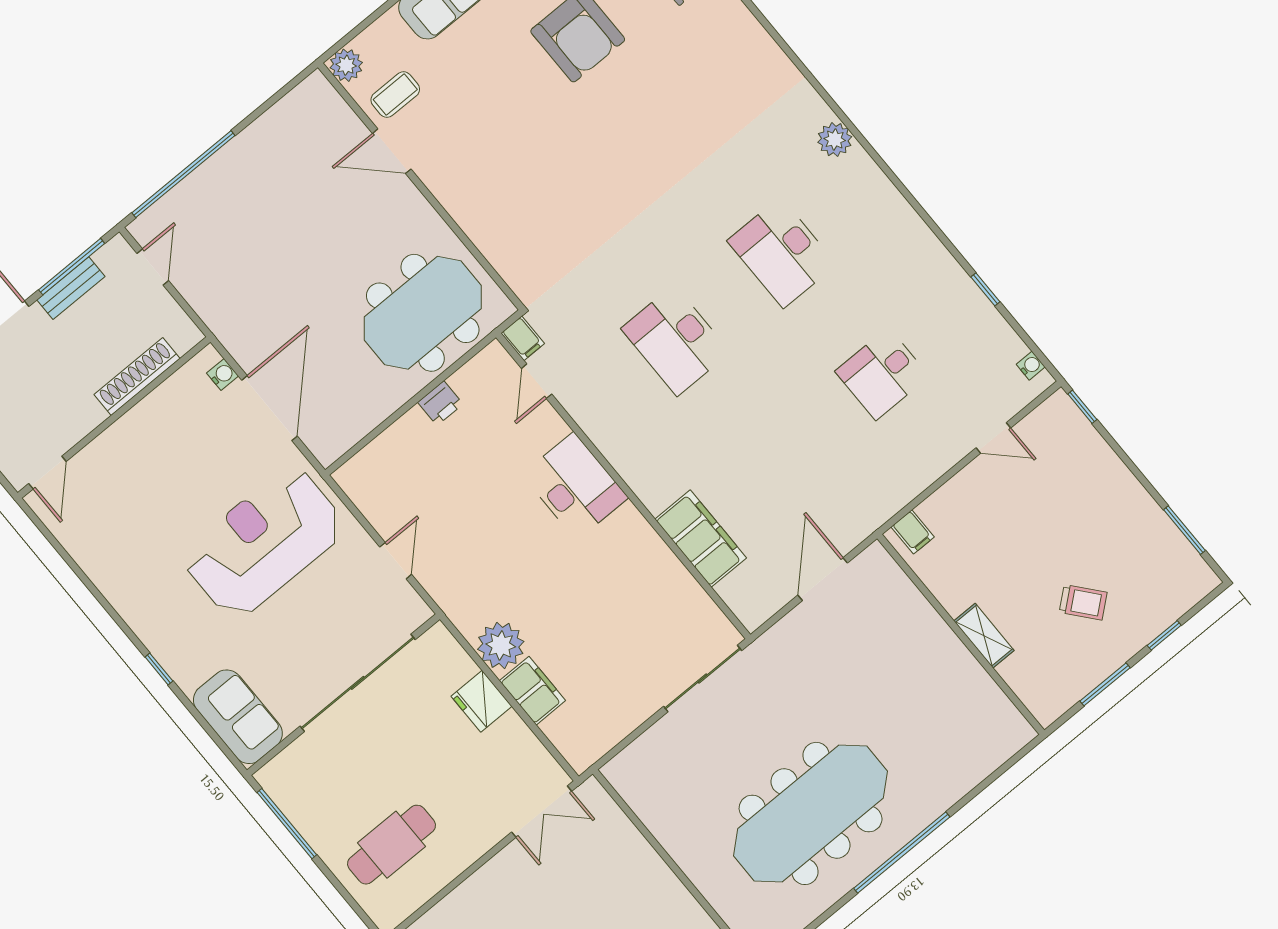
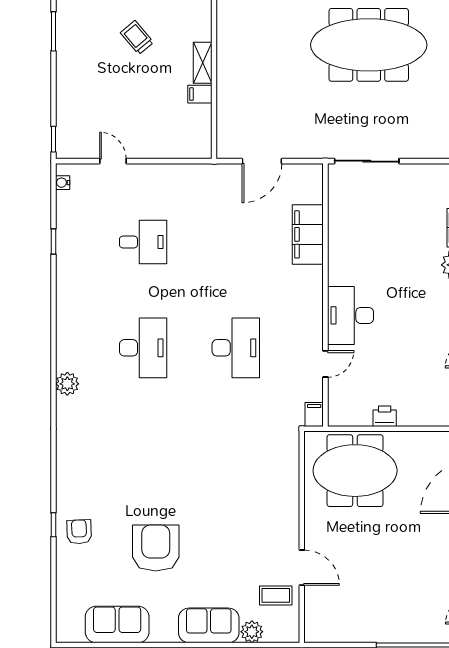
plant: (346, 65) -> (252, 632), moved
door: (537, 381) -> (325, 364), moved
filing cabinet: (913, 532) -> (200, 94), moved, turned -90

